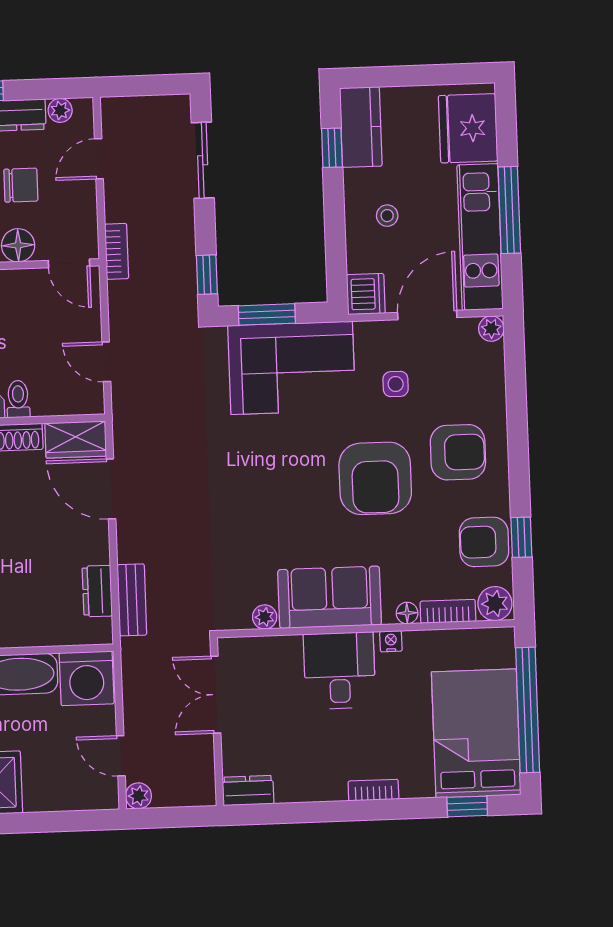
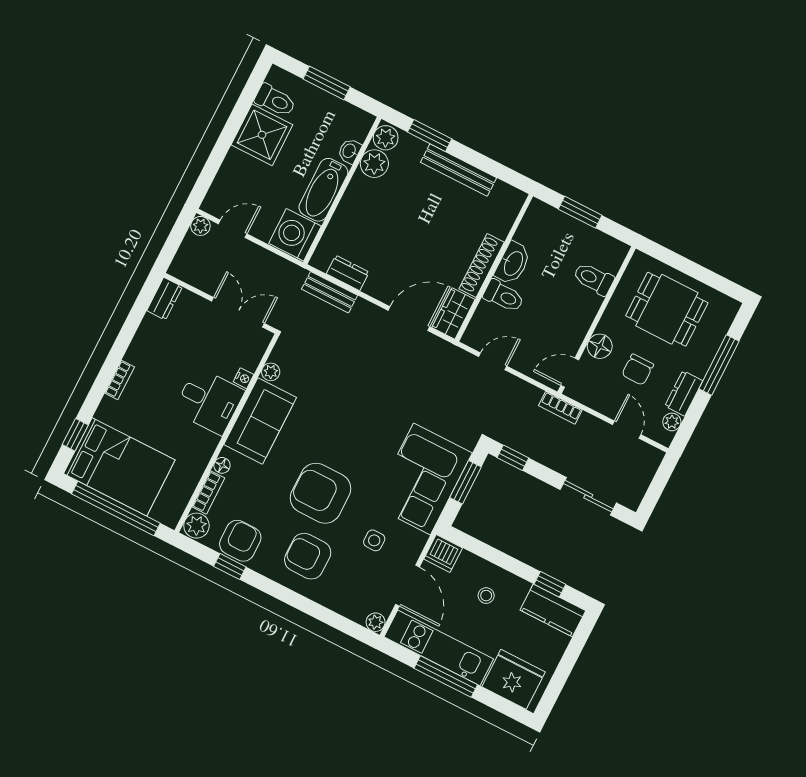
toilet: (18, 399) -> (504, 296), width x1.37, depth x1.39
armchair: (458, 452) -> (308, 556), turned 90
nightstand: (391, 641) -> (243, 378), moved

